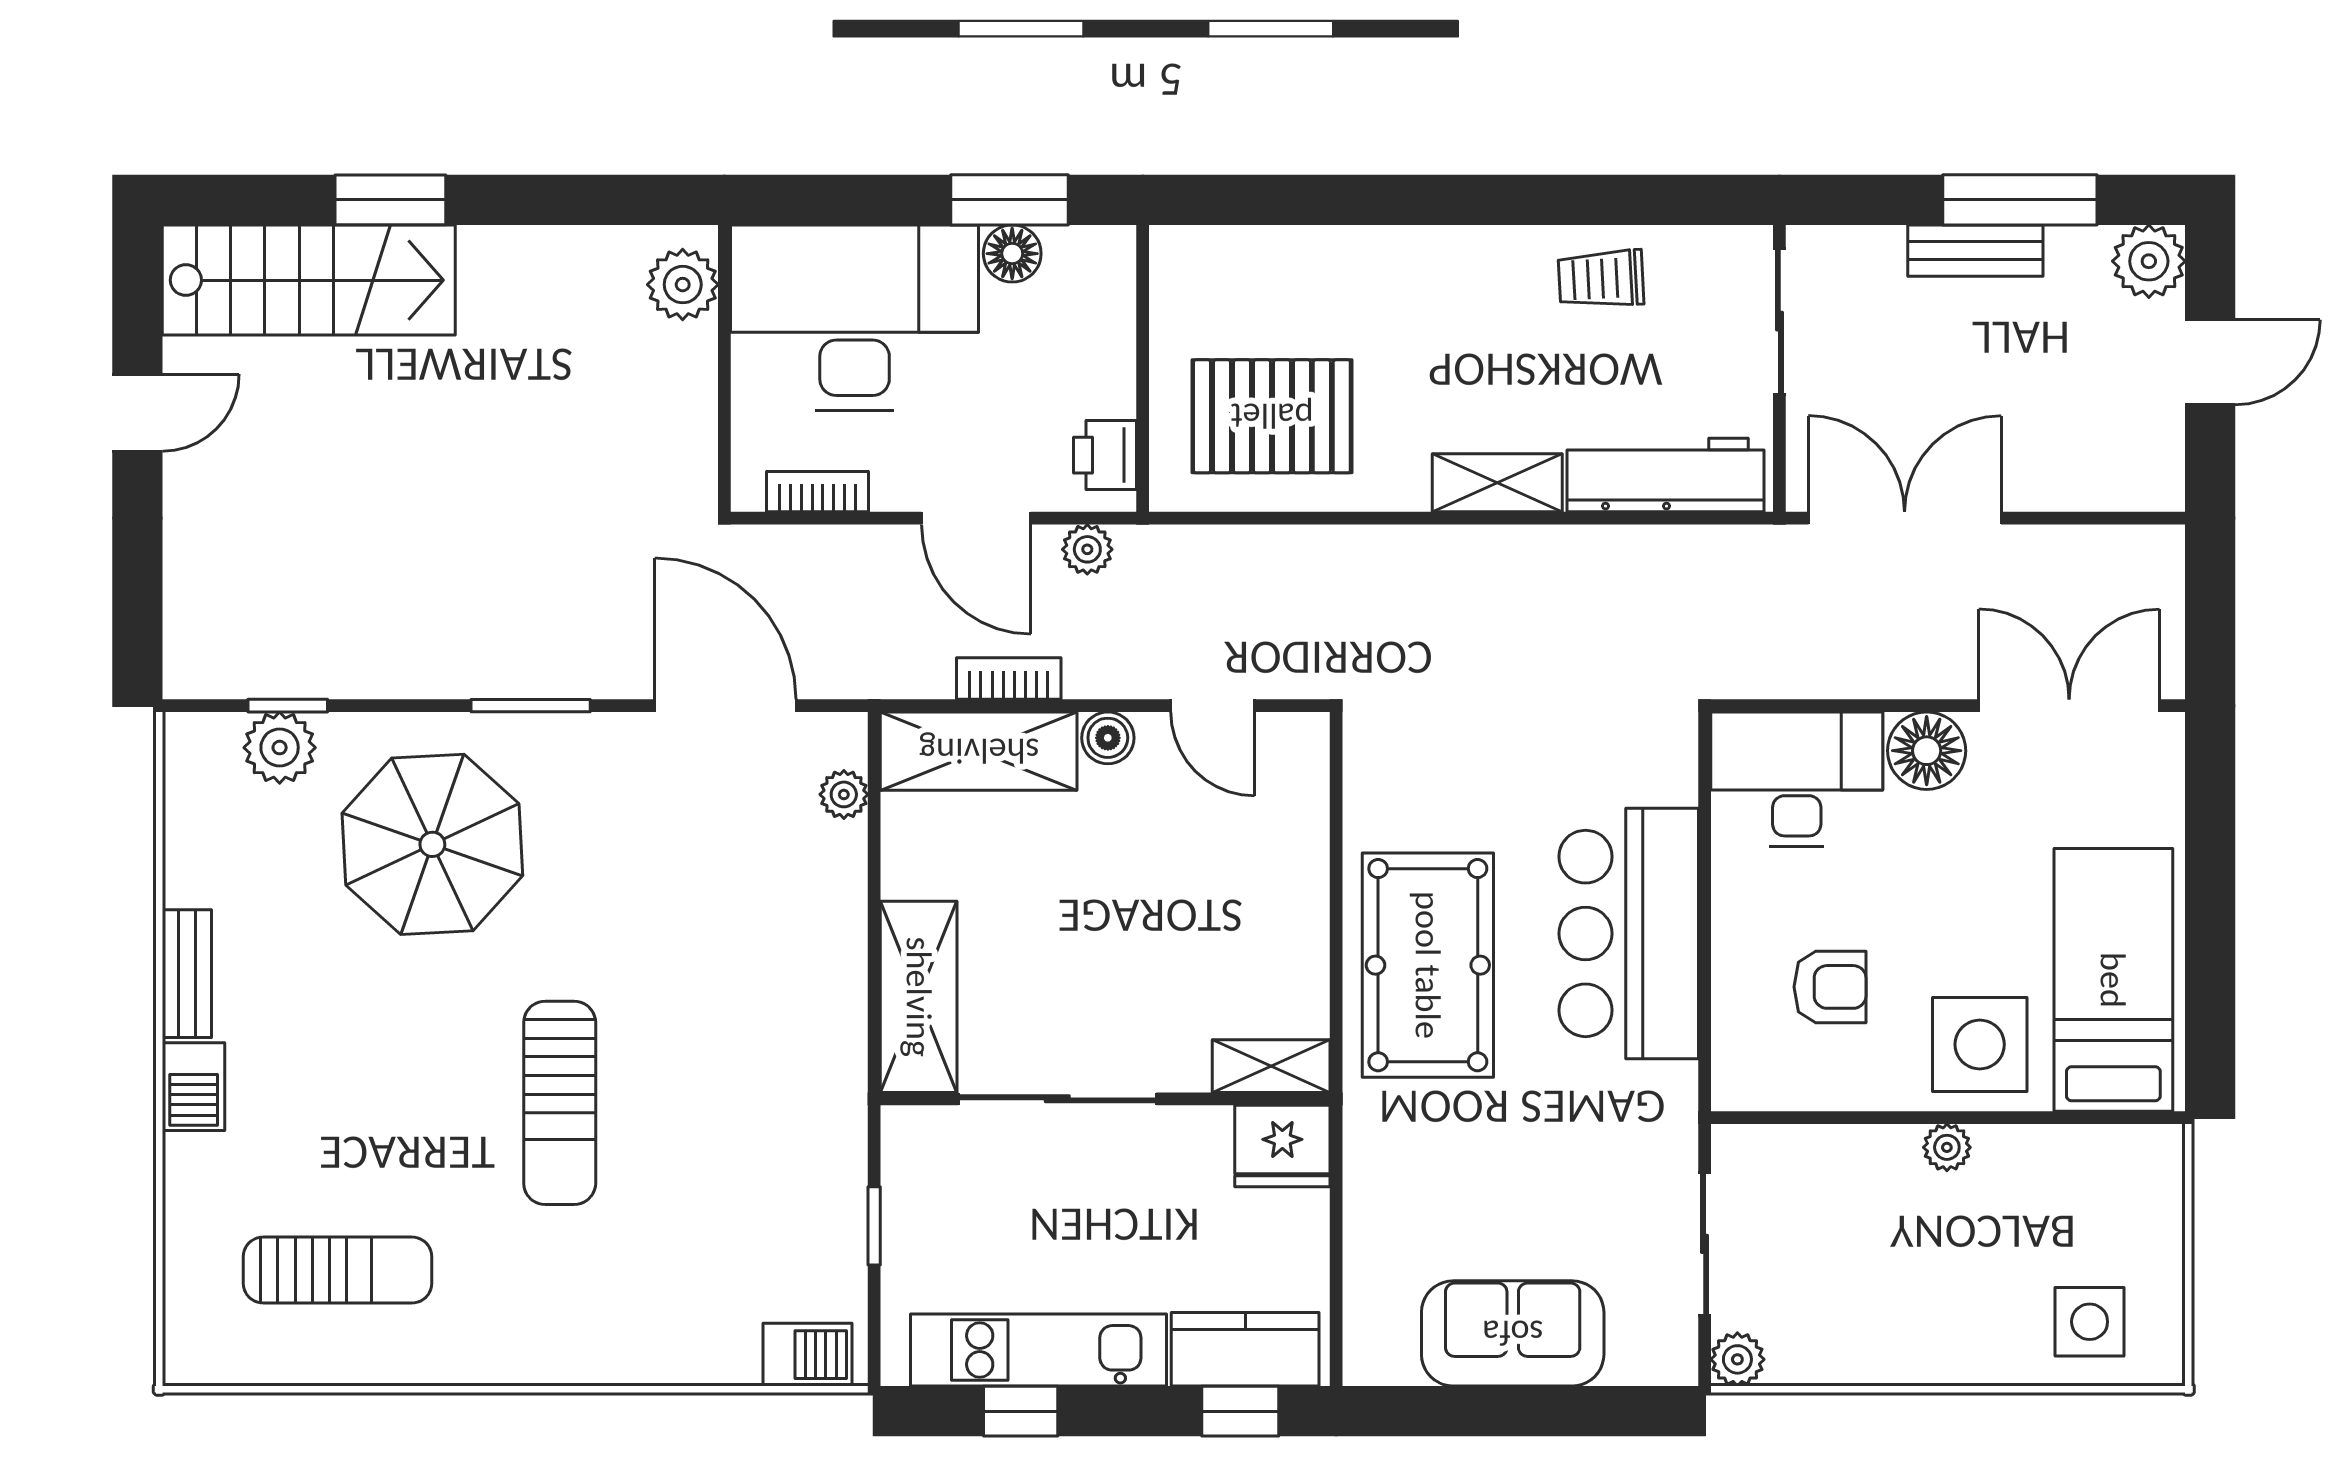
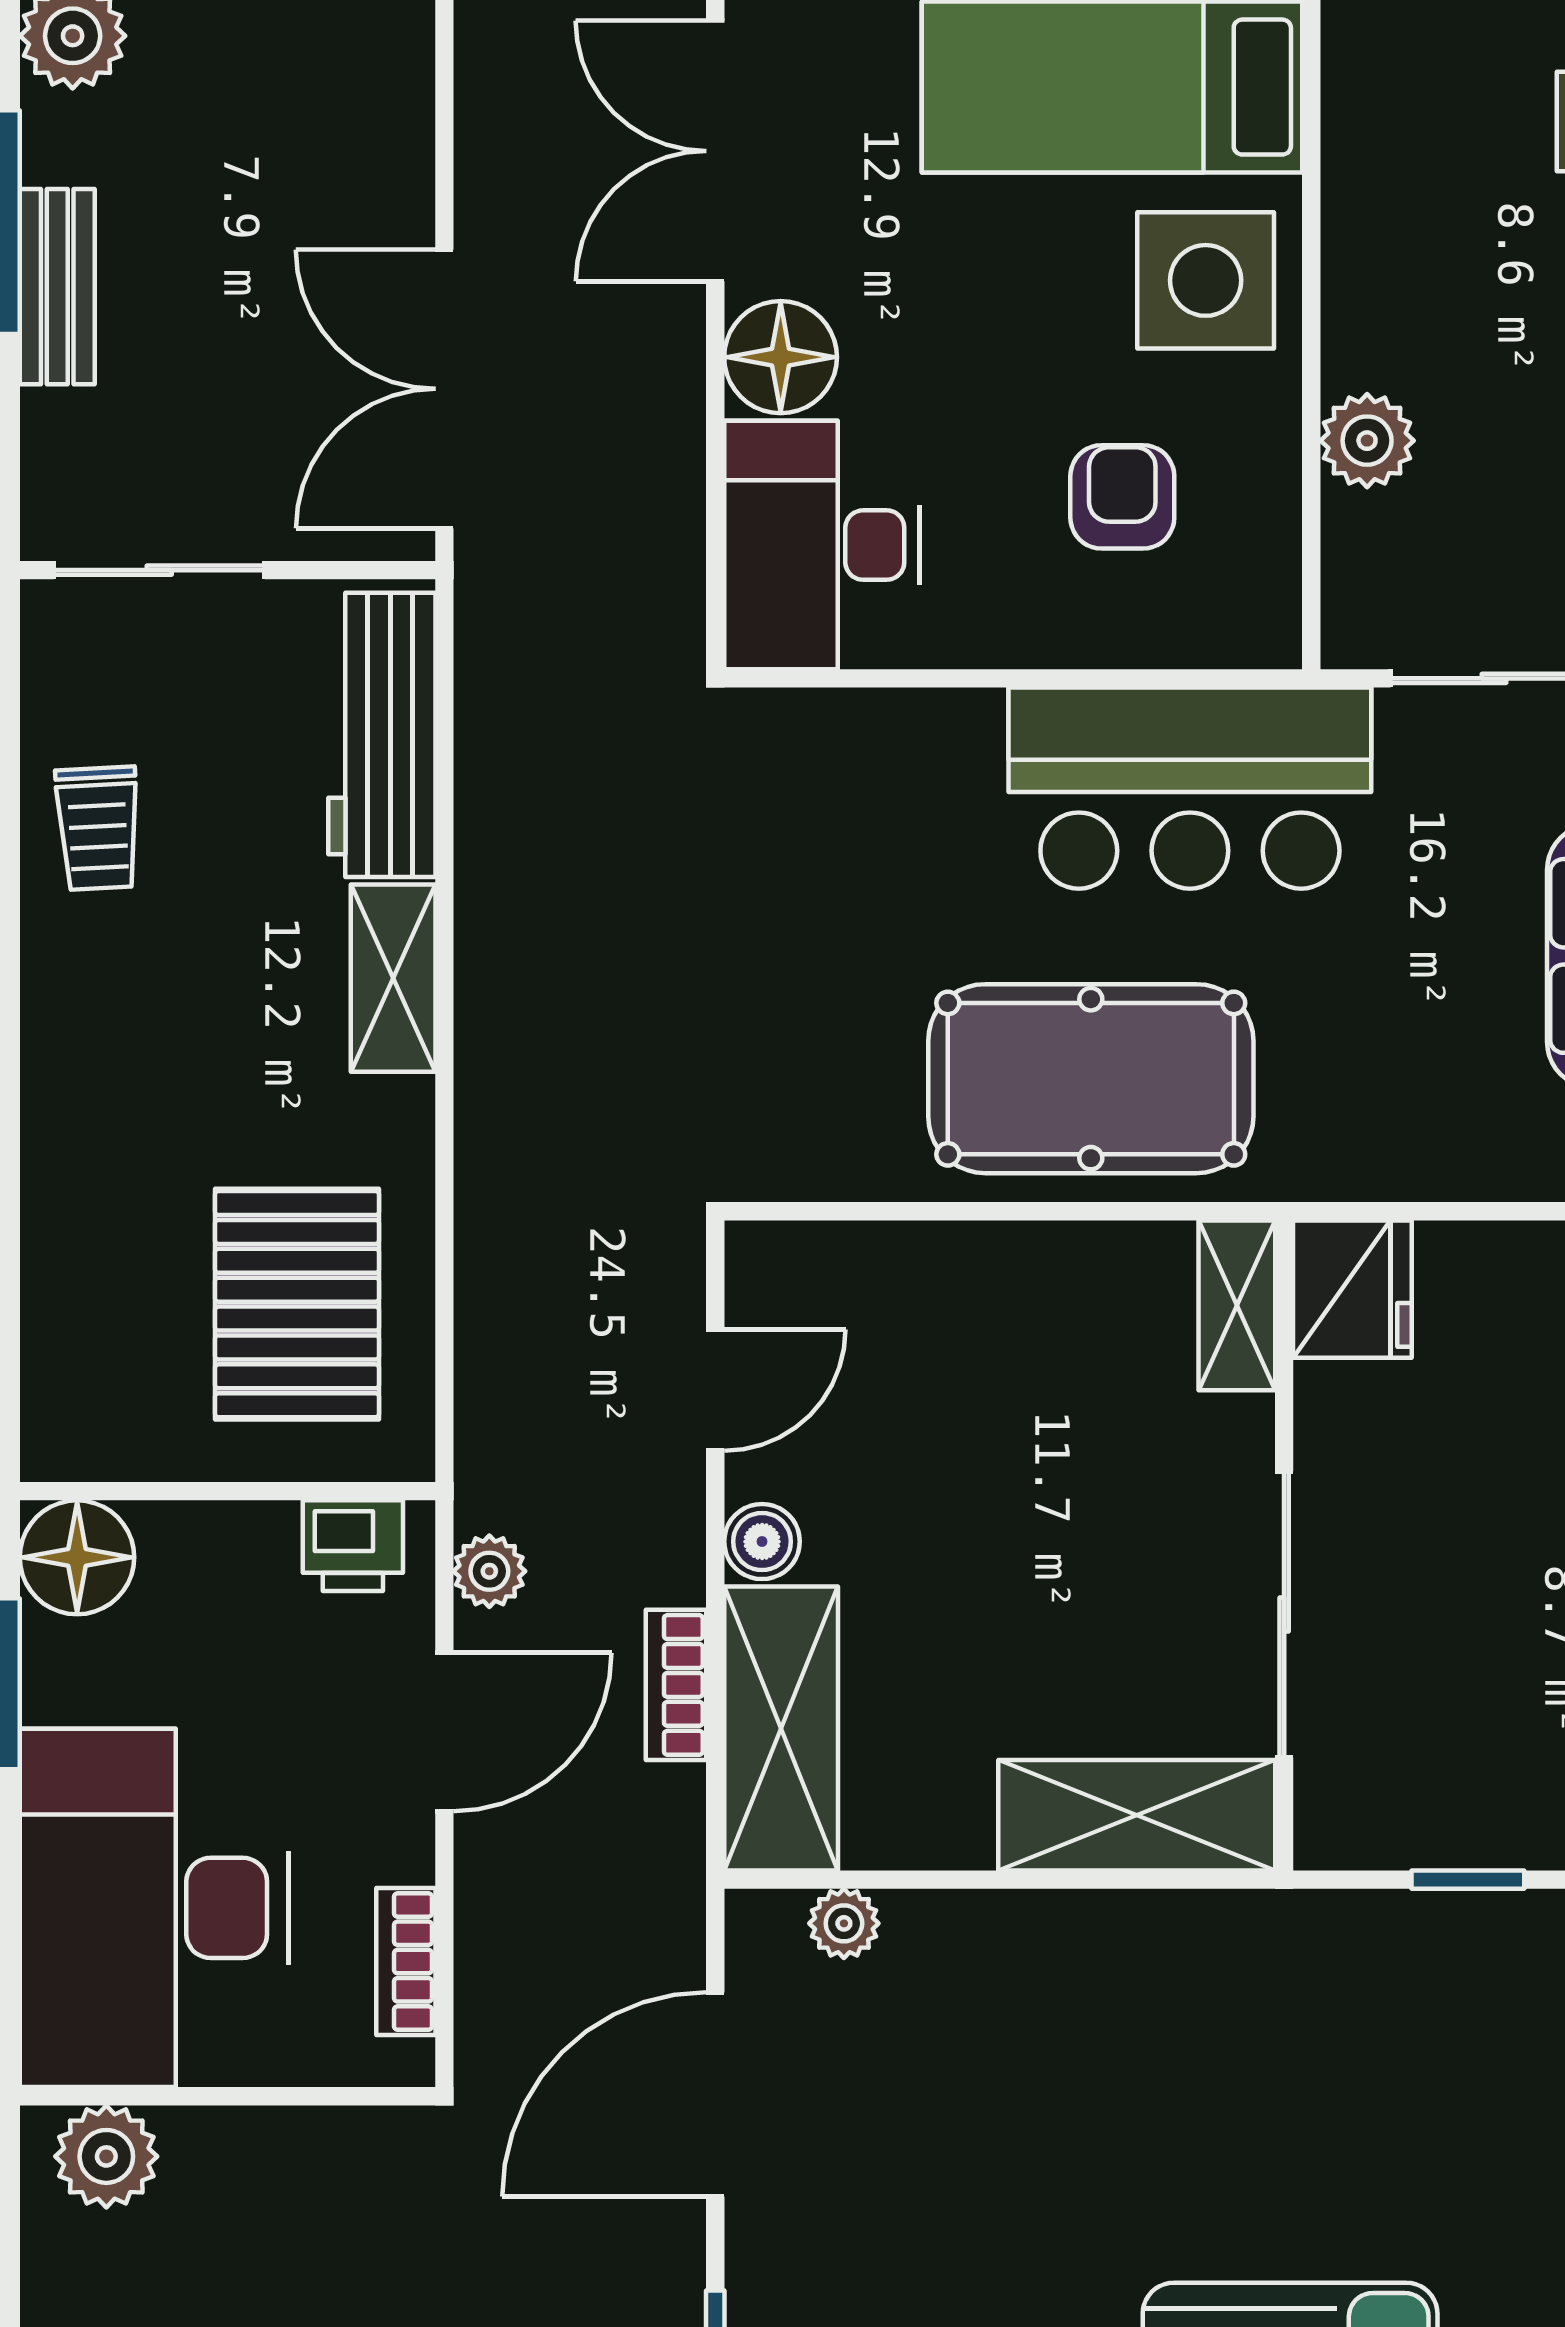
floor lamp: (1012, 254) -> (77, 1557), moved, width x1.38, depth x1.38
bar counter: (1629, 933) -> (1190, 788), moved
plant: (1947, 1147) -> (1367, 441), moved, width x1.38, depth x1.38

